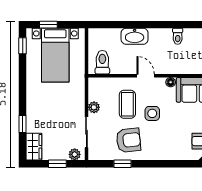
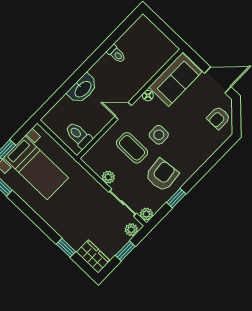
plant: (94, 154) -> (146, 214), added

